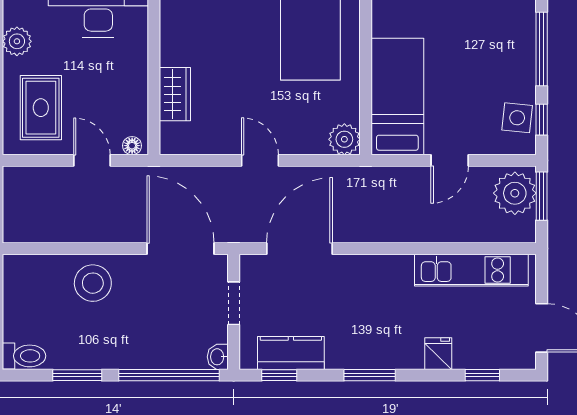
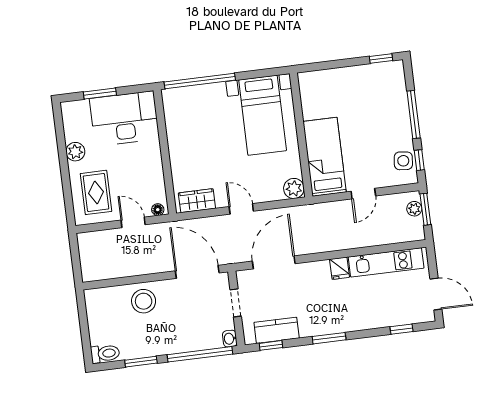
wardrobe: (175, 94) -> (197, 201), moved, turned -90
plant: (515, 193) -> (414, 209), width x0.53, depth x0.53
fridge: (438, 354) -> (340, 268), moved, turned 180

